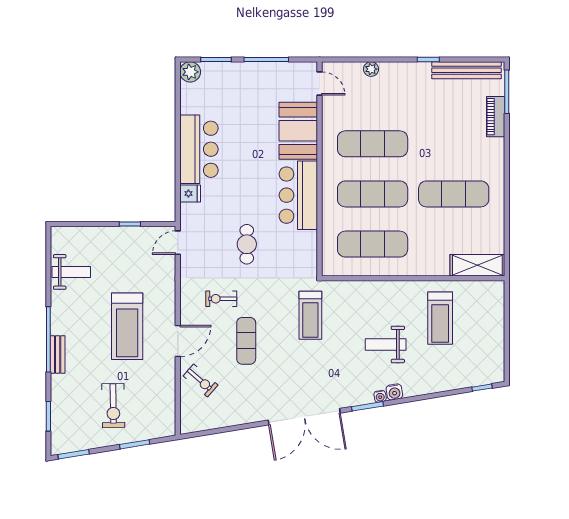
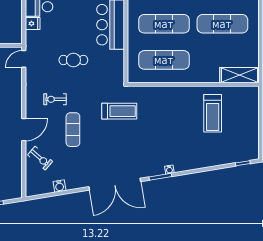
cafe table: (247, 244) -> (73, 60), turned 90
treadmill: (310, 315) -> (119, 111), turned -90
weight bench: (386, 344) -> (173, 132), removed
water cooler: (394, 392) -> (59, 186), moved

